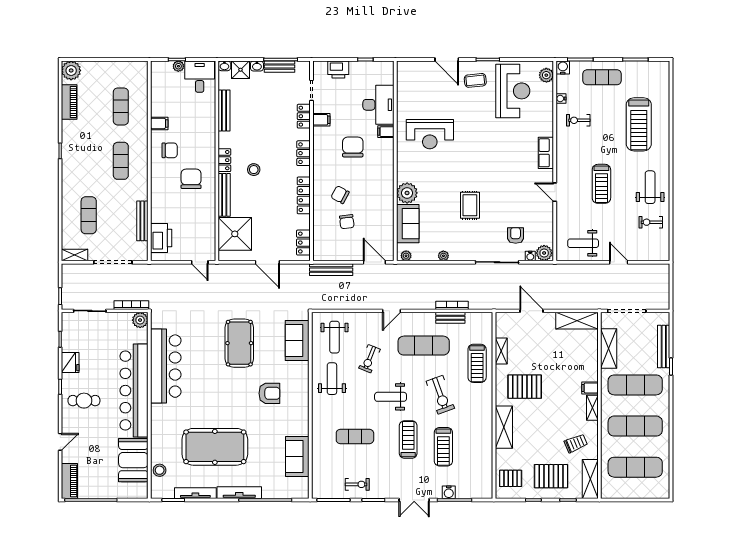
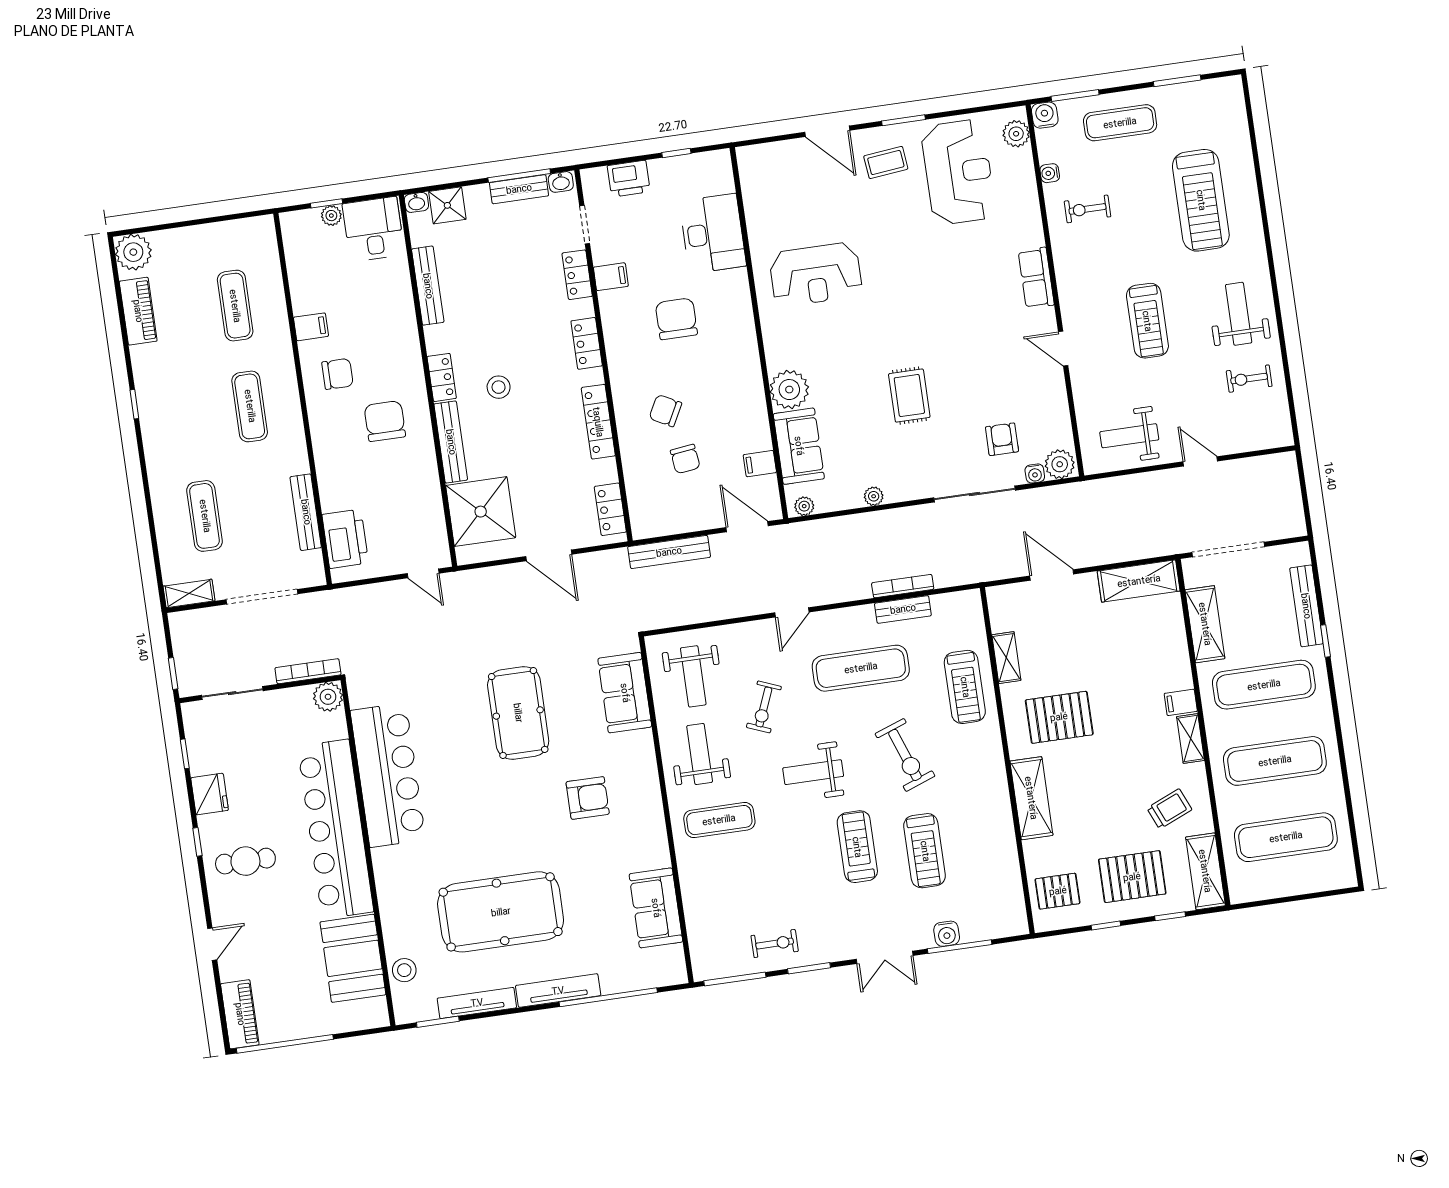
washbasin: (257, 66) -> (561, 182), moved
filing cabinet: (386, 132) -> (760, 464), moved
exercise mat: (355, 437) -> (719, 820), moved

